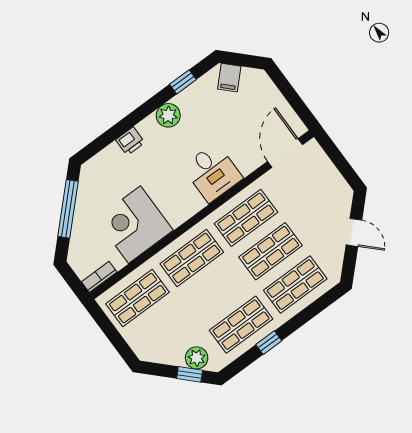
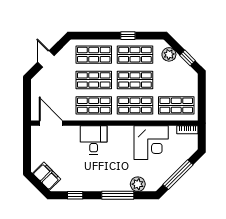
filing cabinet: (229, 78) -> (47, 176), width x2.00
plant: (168, 115) -> (138, 184), moved
window: (127, 123) -> (118, 195), added
printer: (130, 141) -> (123, 185), removed
door: (285, 153) -> (51, 123), swing flipped
shop shelf: (216, 291) -> (135, 80), added
window: (190, 374) -> (187, 58), moved

